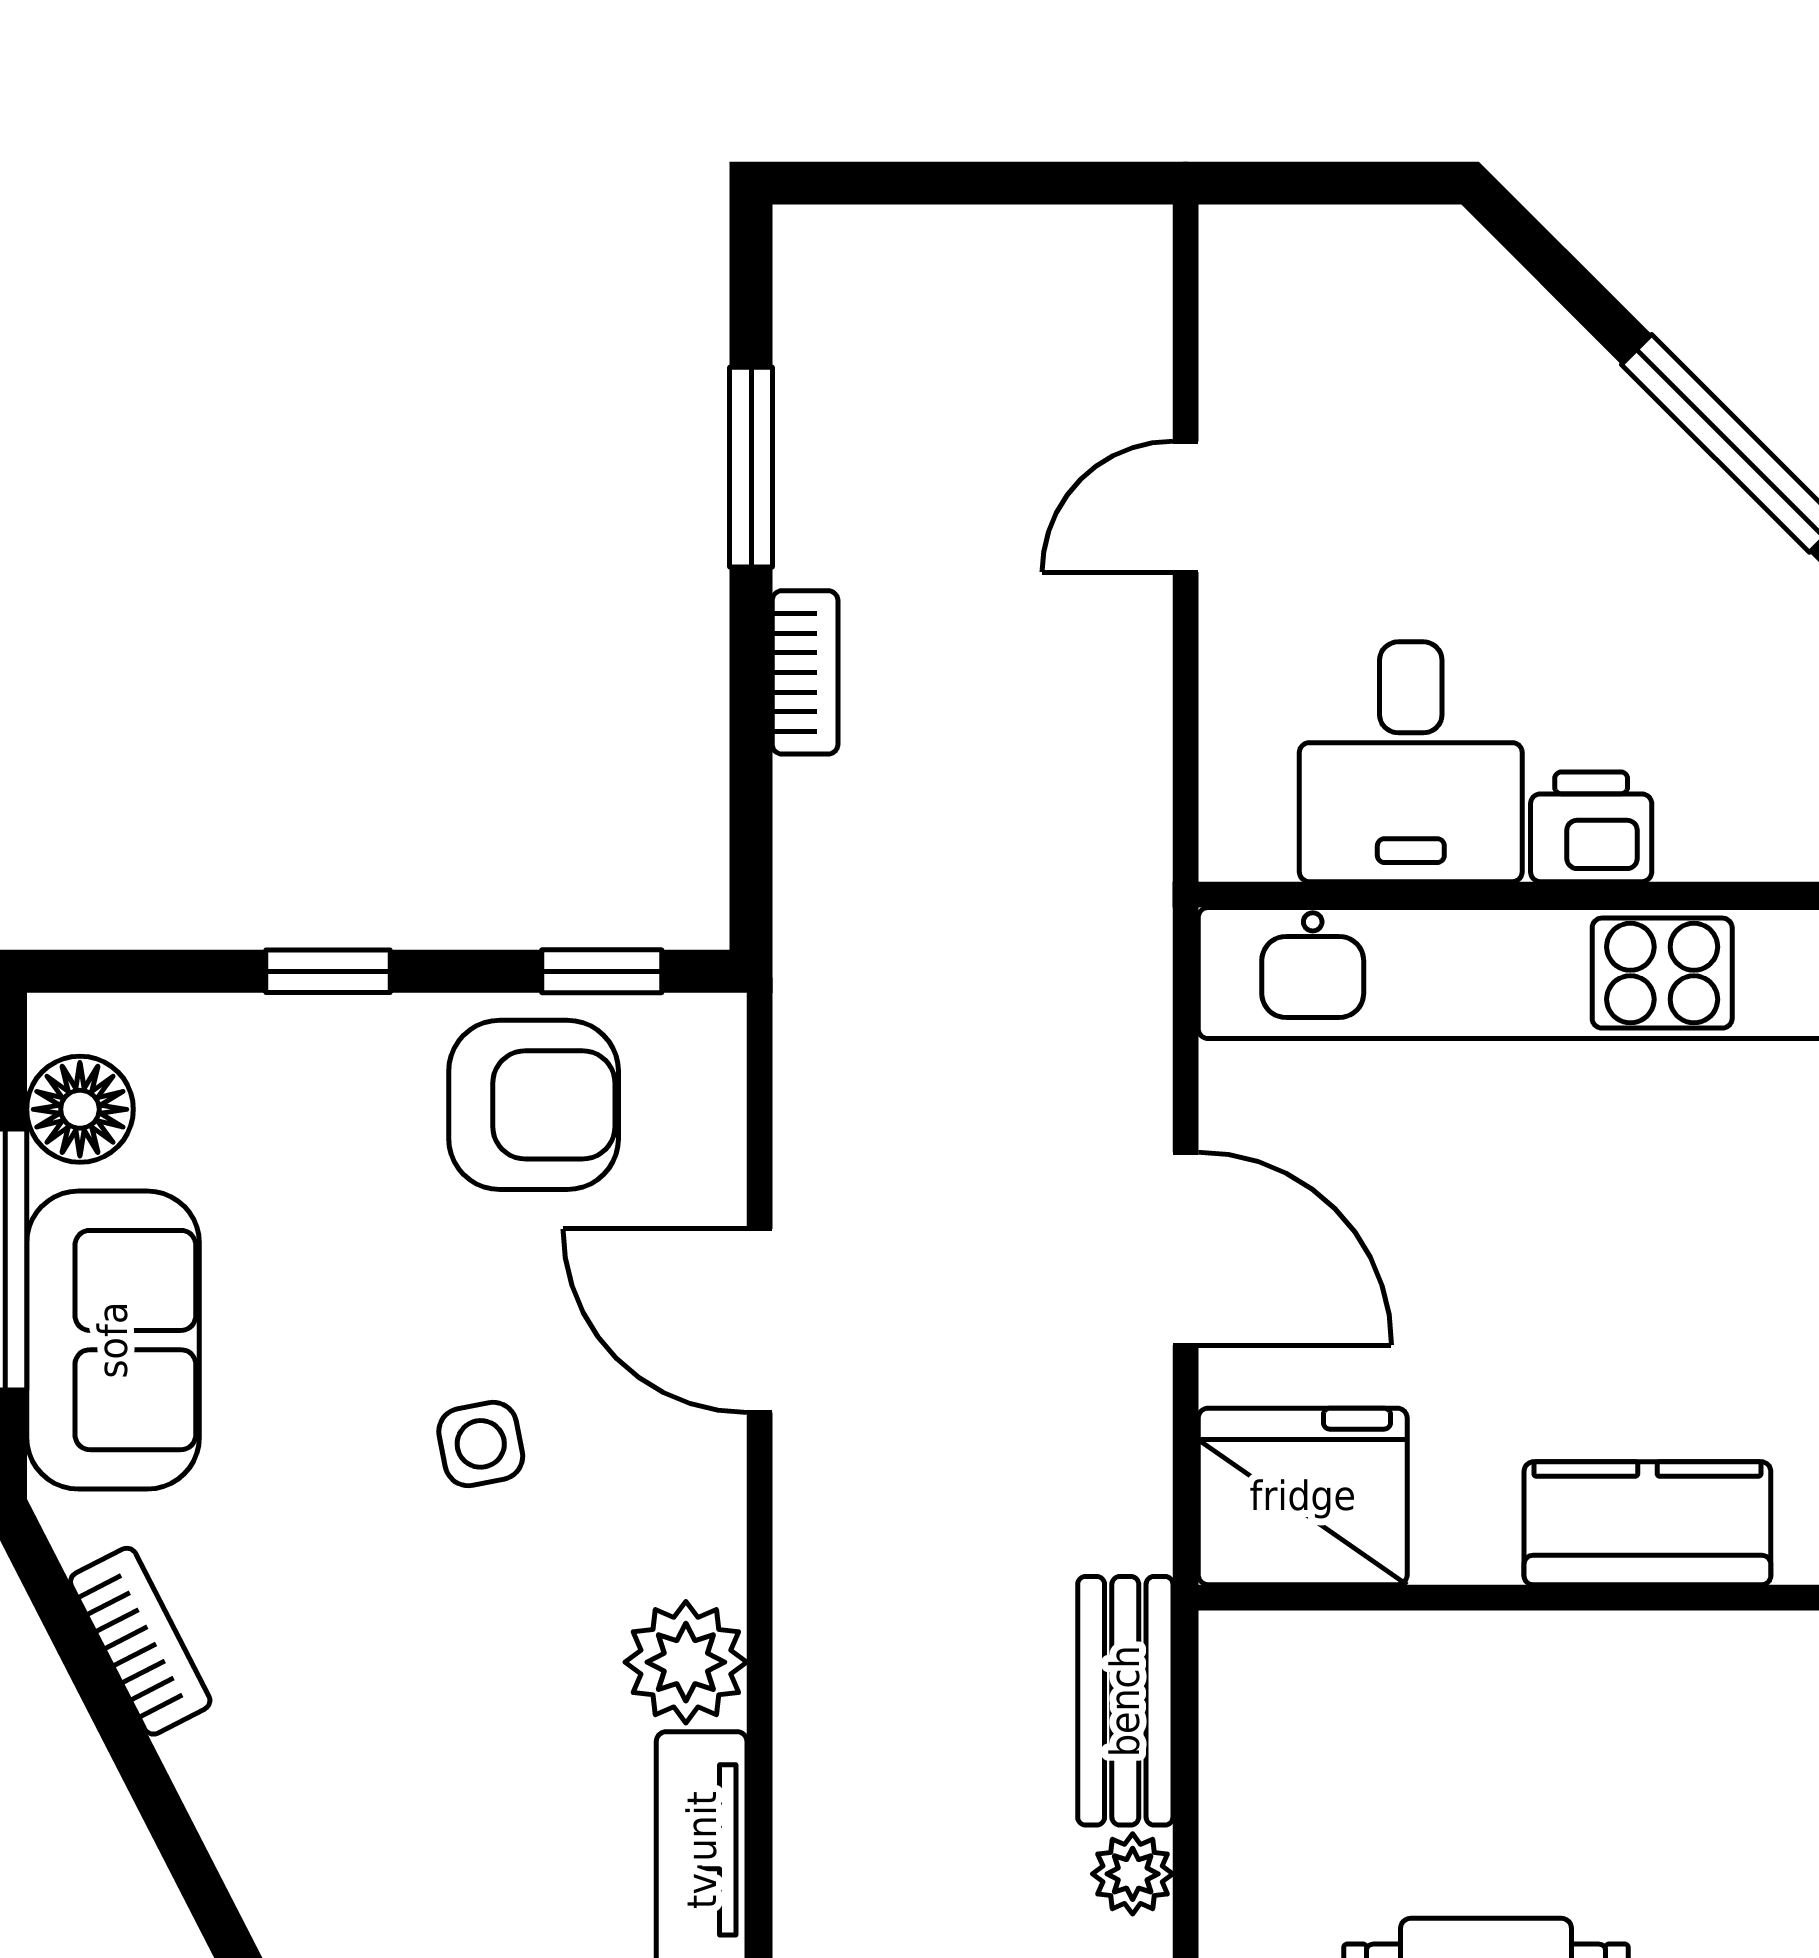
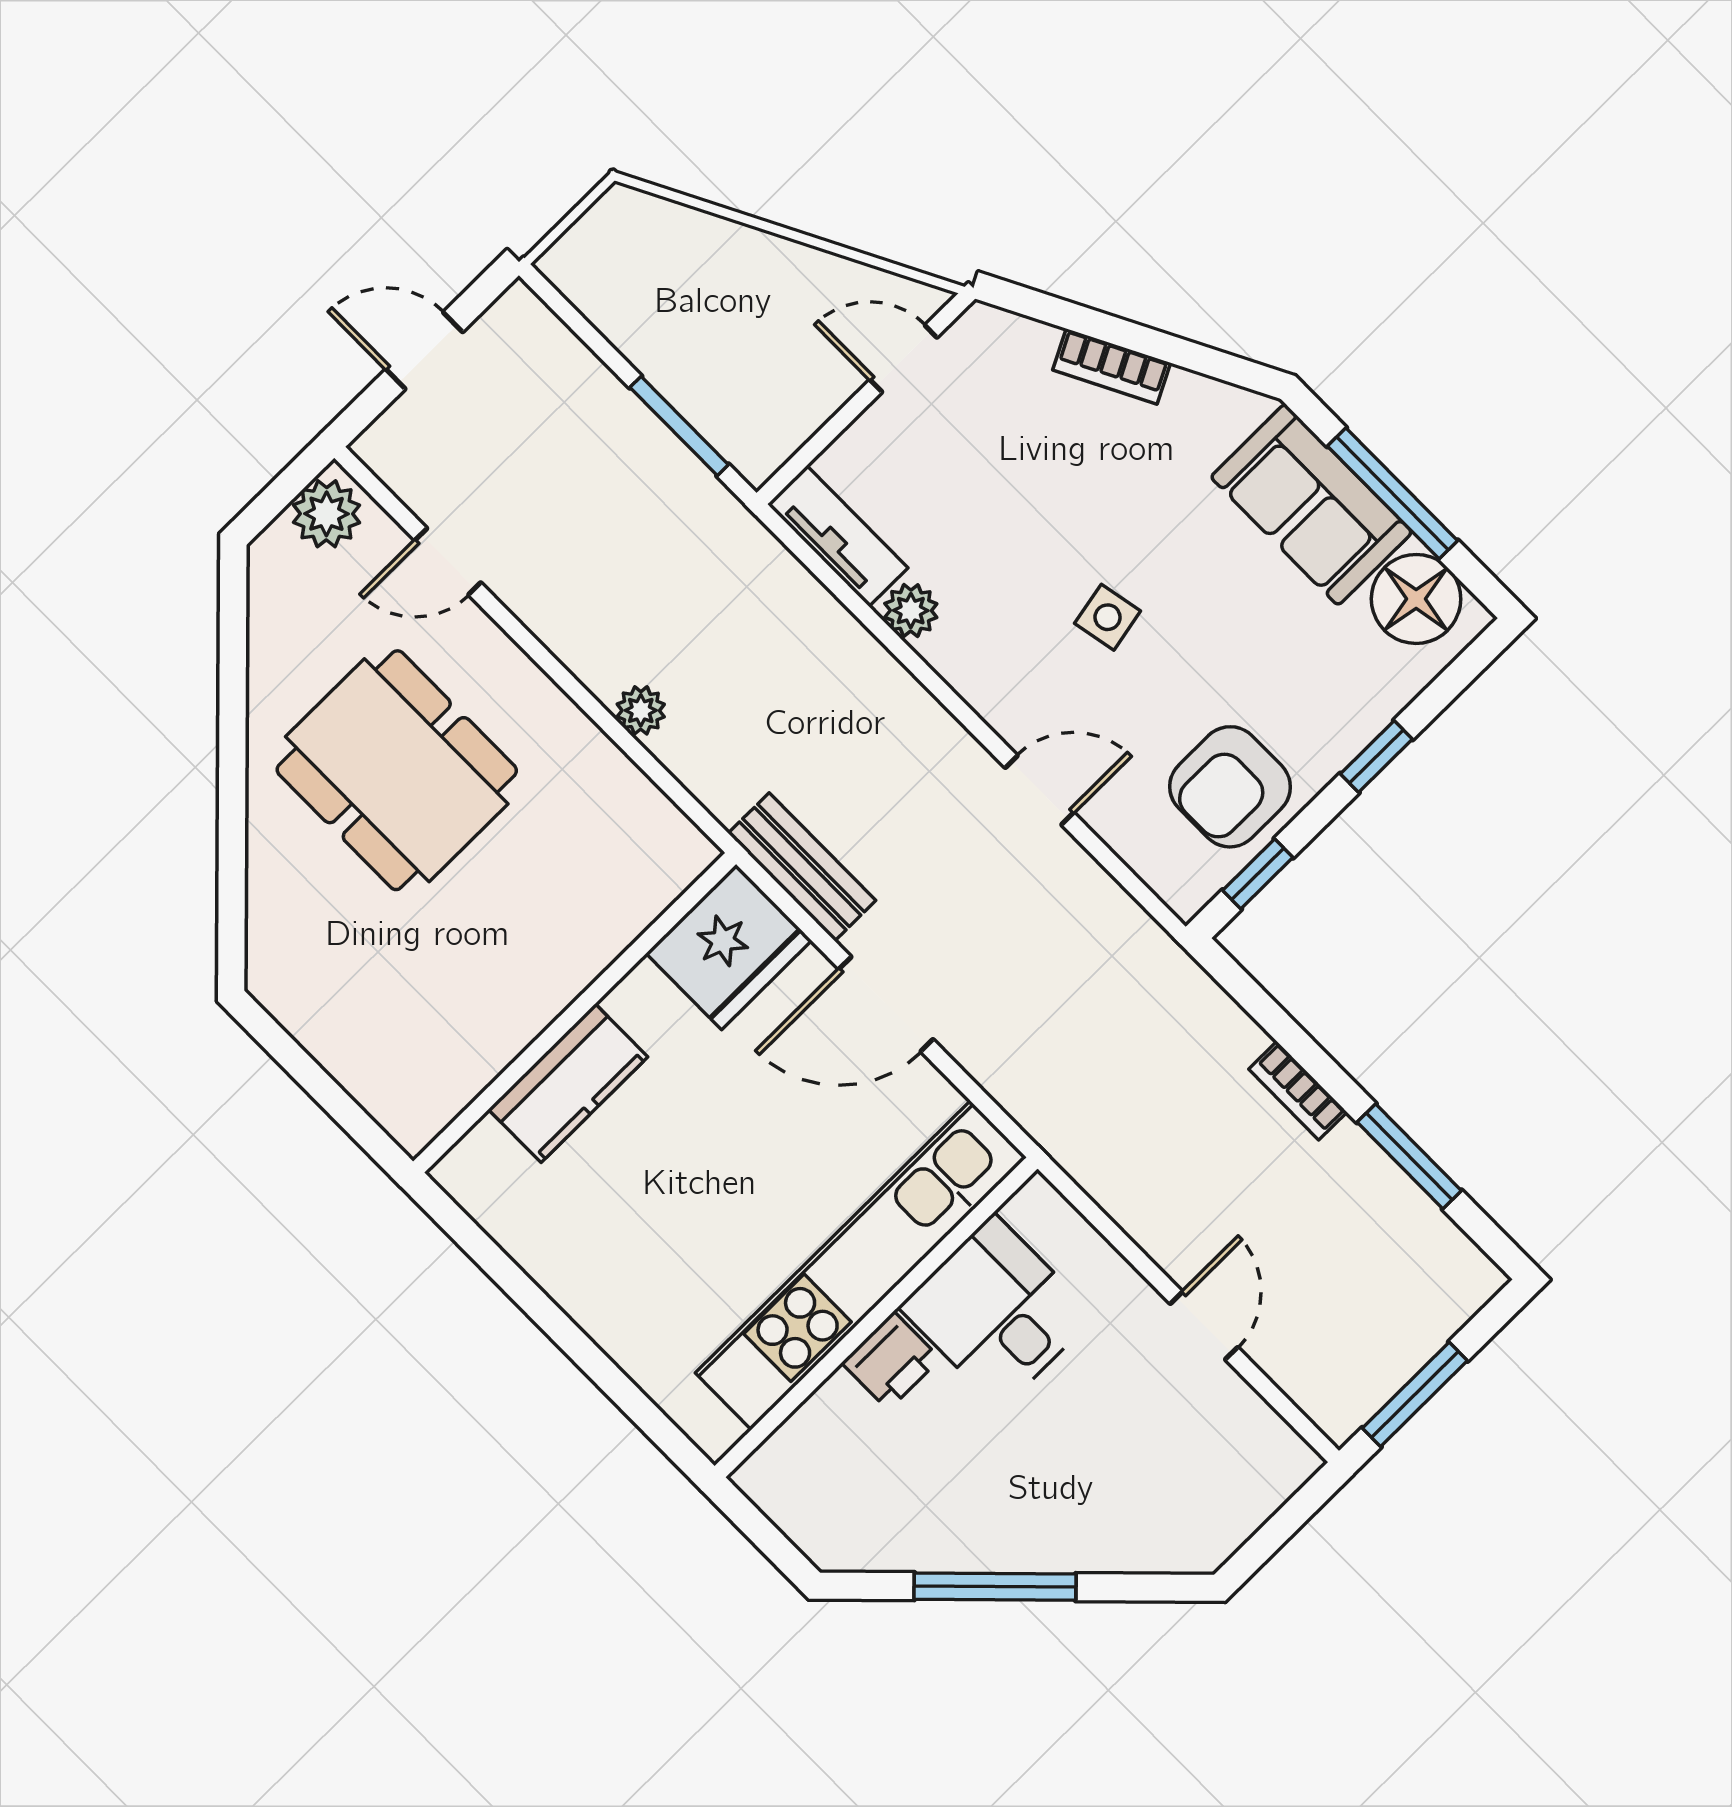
window: (1019, 183) -> (1415, 1394), added
floor lamp: (80, 1109) -> (1416, 599), width x1.38, depth x1.38
door: (760, 1321) -> (1040, 790), width x0.73
bookcase: (140, 1641) -> (1112, 366), moved
plant: (686, 1662) -> (911, 611), width x0.73, depth x0.73
bench: (1125, 1701) -> (802, 867), moved

